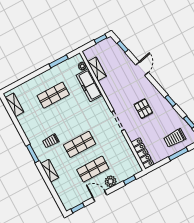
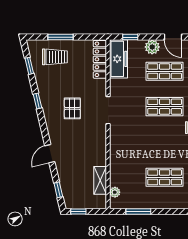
freezer: (89, 85) -> (118, 59), moved

